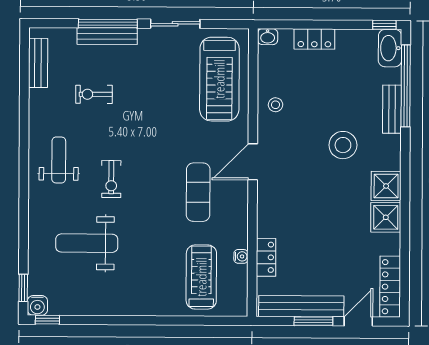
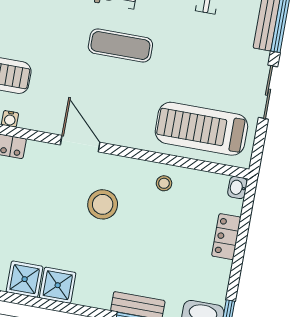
stool: (343, 145) -> (103, 204), moved
door: (253, 162) -> (80, 144), moved
exercise mat: (198, 192) -> (120, 46), moved

